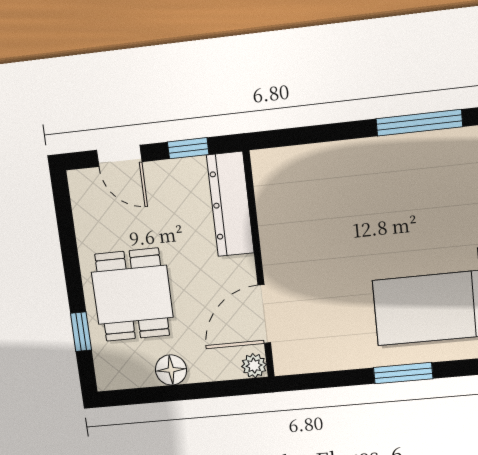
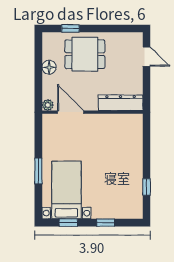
window: (419, 123) -> (147, 187), width x0.46
window: (188, 148) -> (147, 87), removed
door: (119, 156) -> (147, 57), swing flipped

